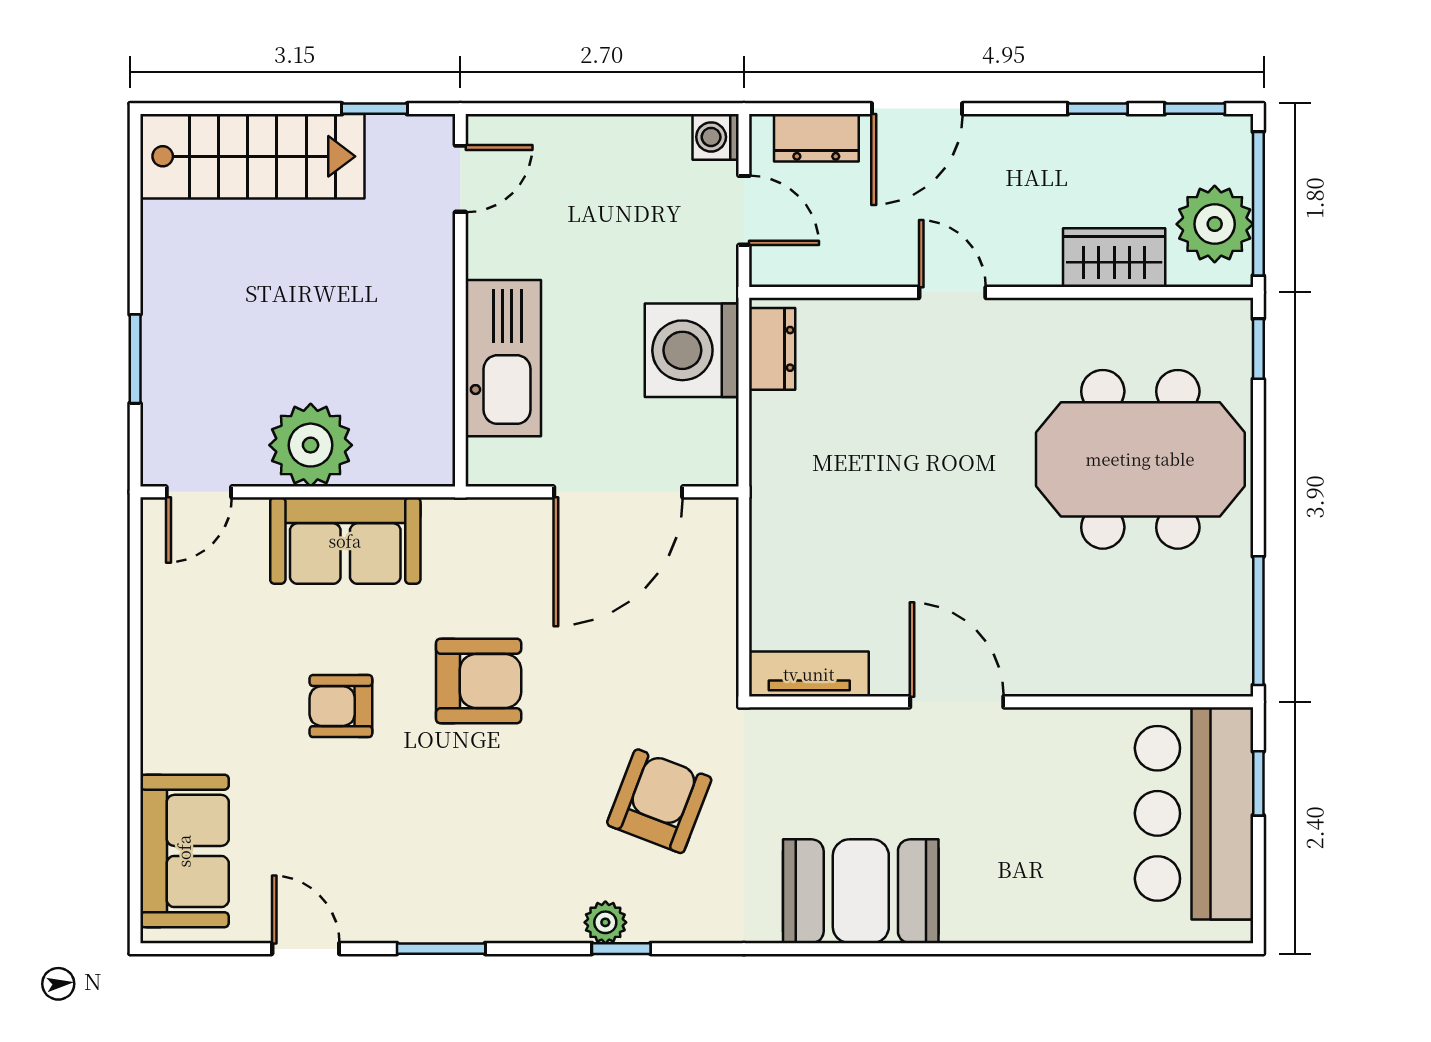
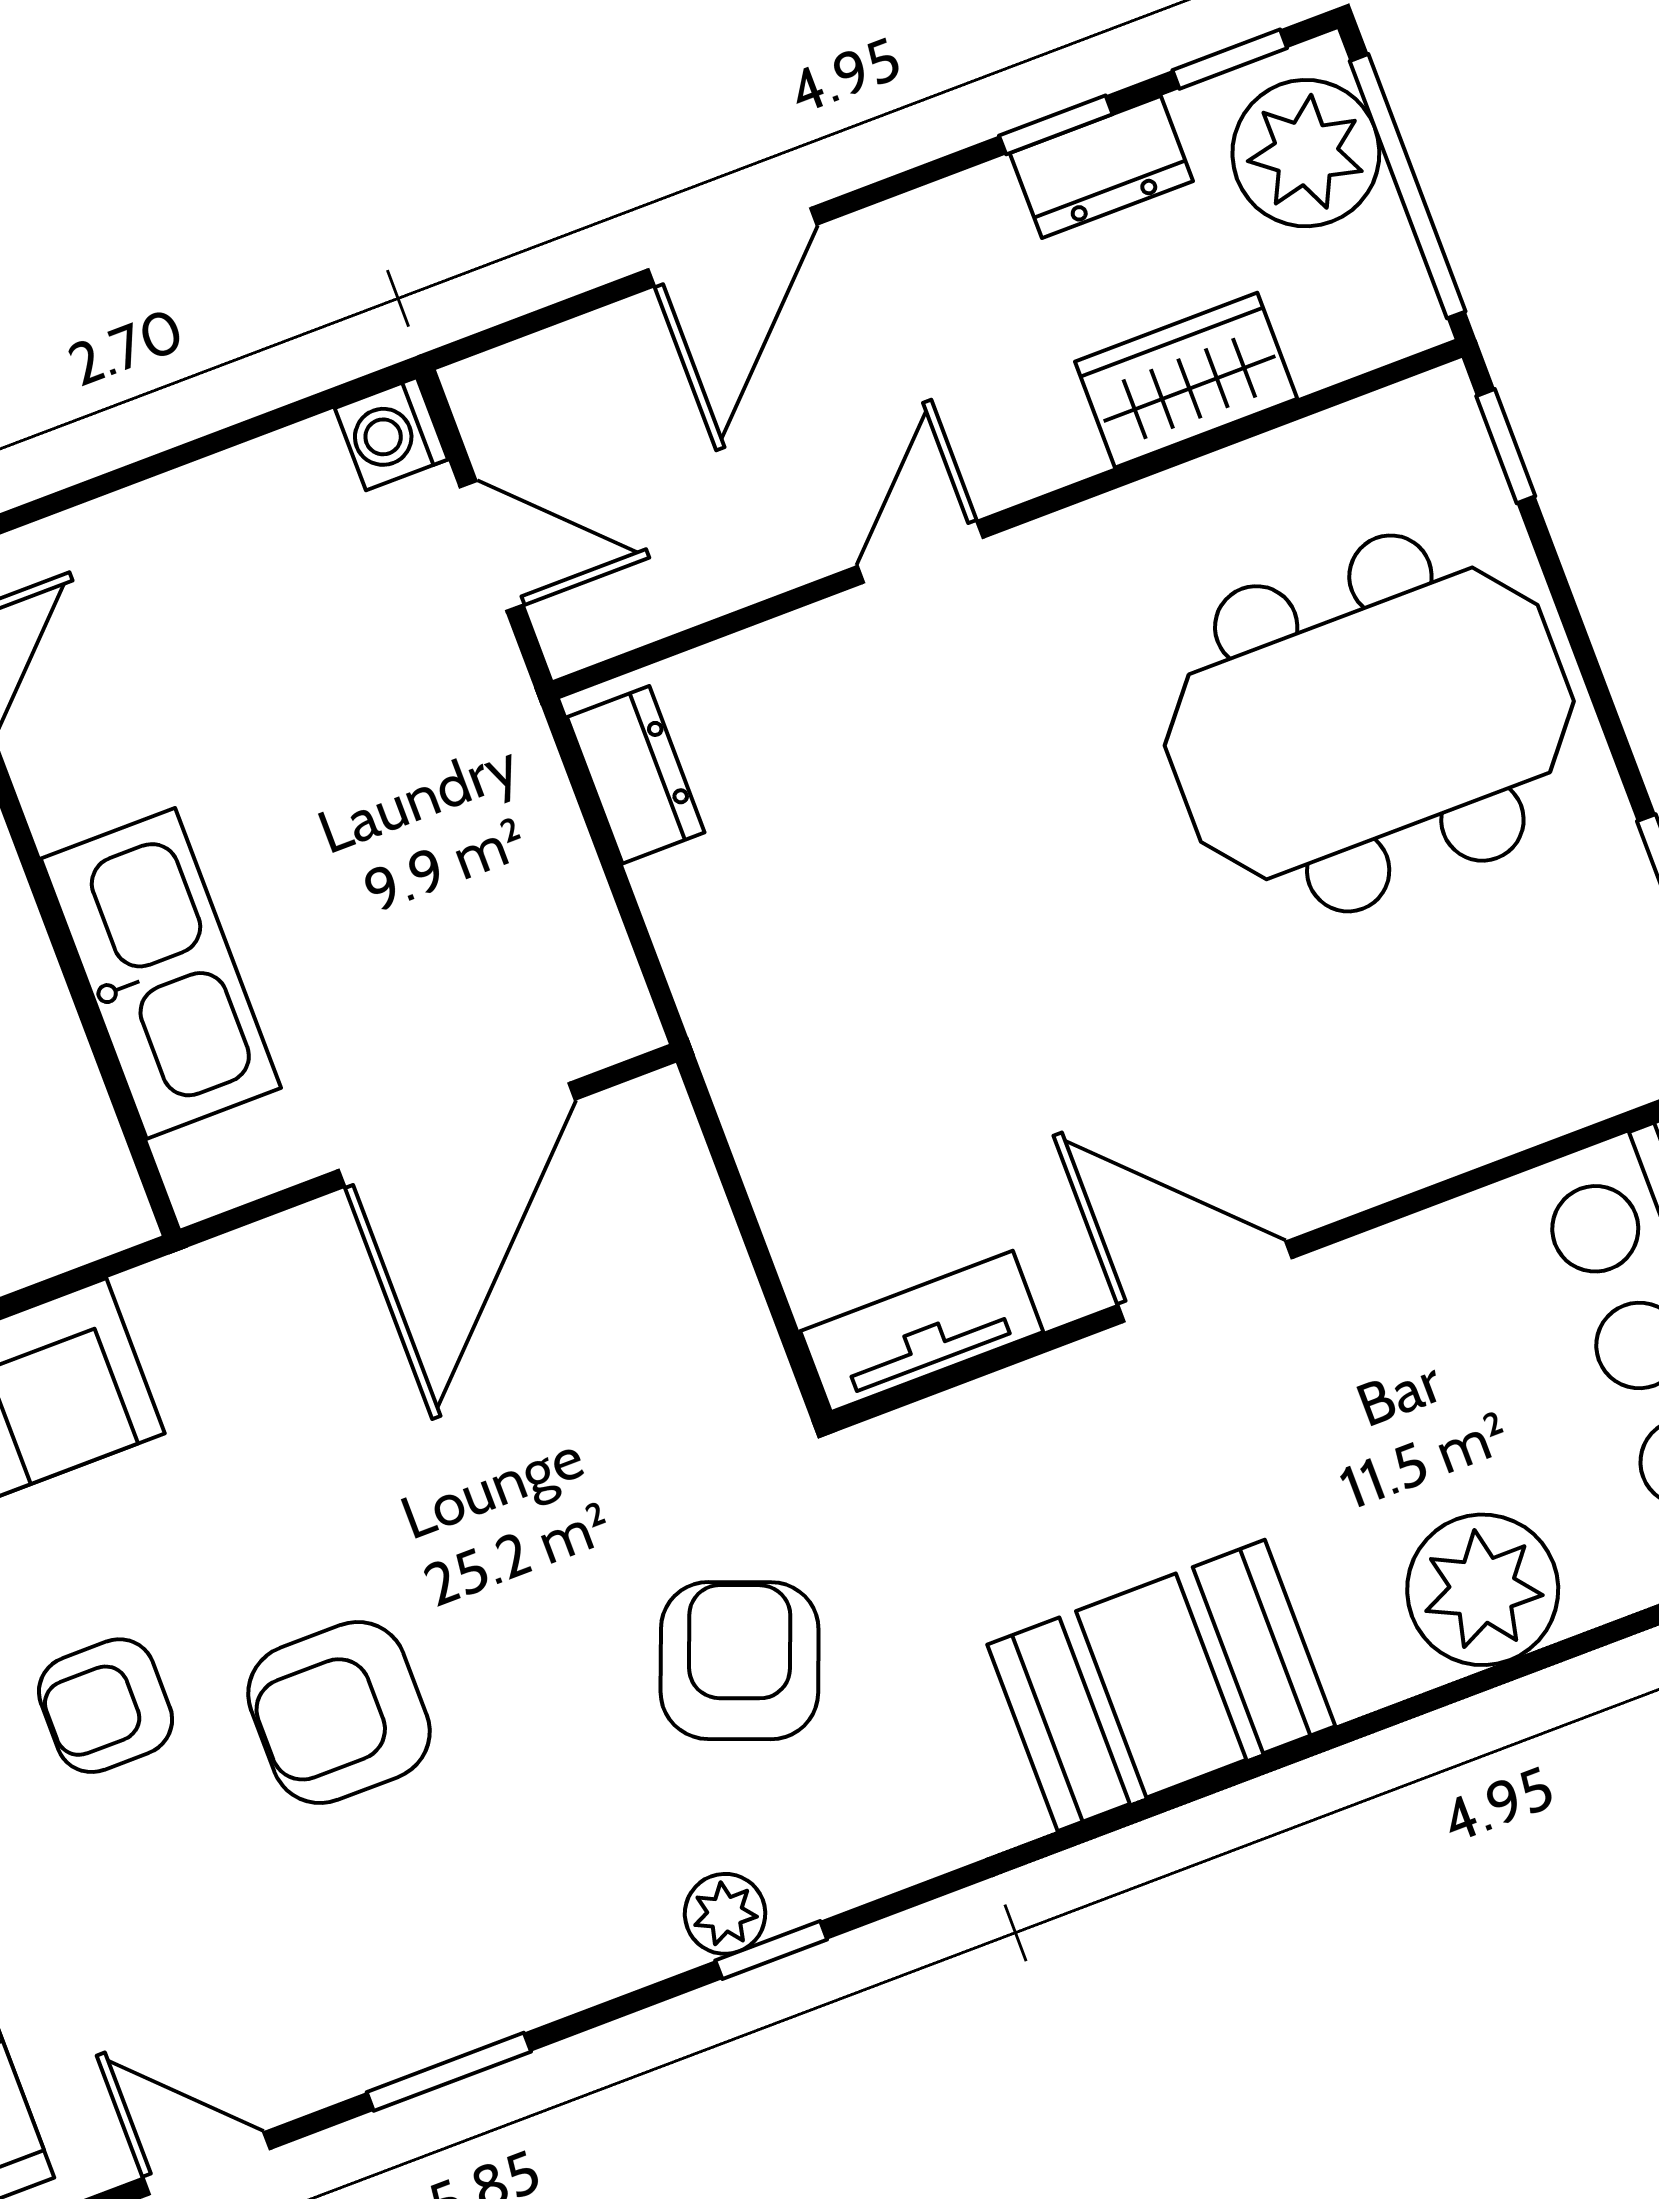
dresser: (816, 138) -> (1101, 167), moved
plant: (1215, 224) -> (1306, 153), moved
door: (952, 292) -> (920, 552), hinge flipped
washing machine: (692, 350) -> (493, 832), removed
armchair: (479, 681) -> (339, 1712), moved, turned 180
plant: (1036, 904) -> (1483, 1590), added

